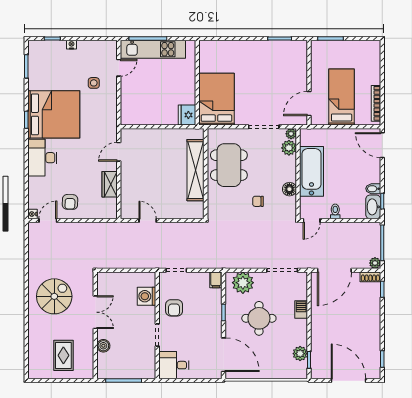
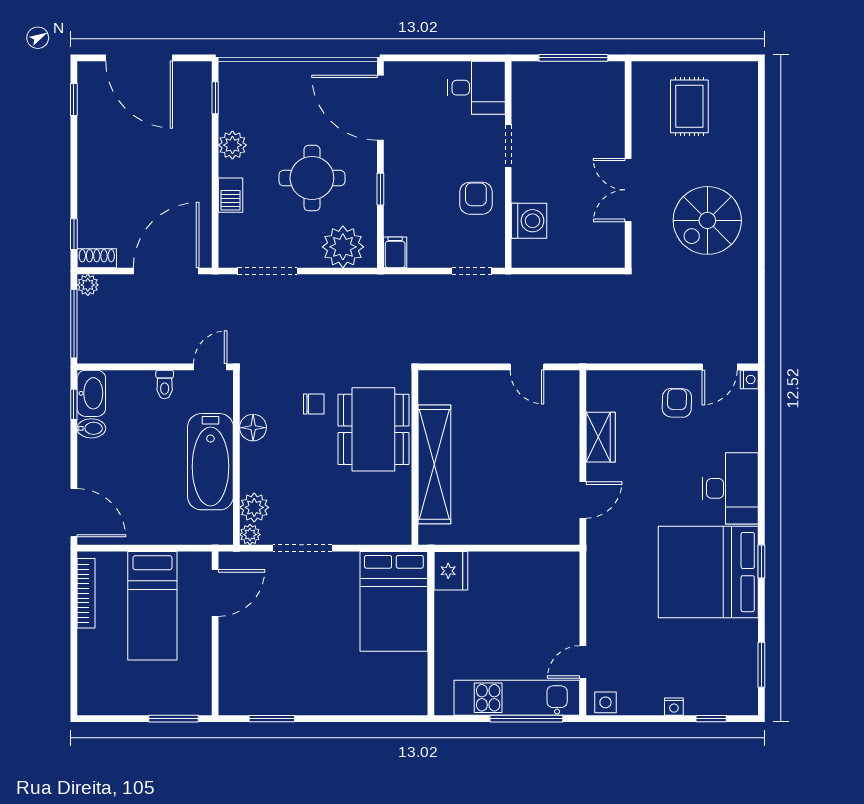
side table: (94, 83) -> (605, 702), moved
dining table: (229, 165) -> (373, 429), moved
boiler: (103, 346) -> (612, 125), removed
plant: (300, 354) -> (232, 145), moved

